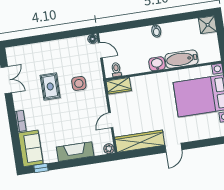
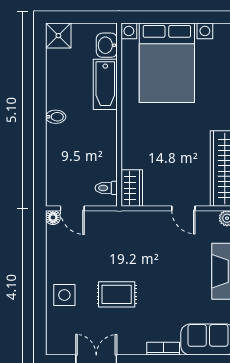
door: (100, 50) -> (72, 208), swing flipped
washbasin: (157, 64) -> (107, 45), moved
side table: (79, 83) -> (64, 295), moved

